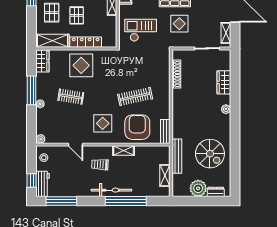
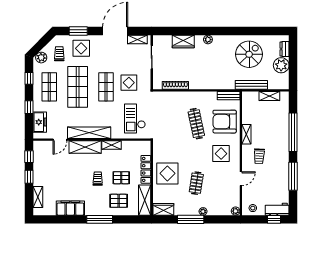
bicycle: (111, 190) -> (283, 145), removed
window: (61, 201) -> (293, 176), moved

